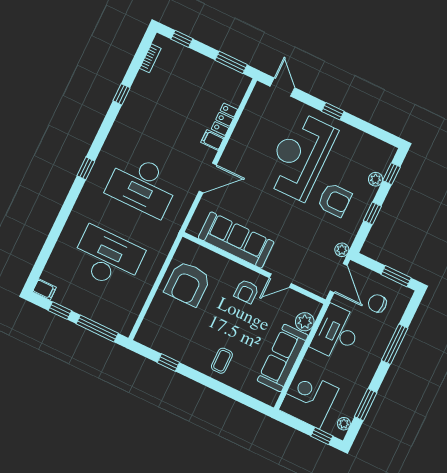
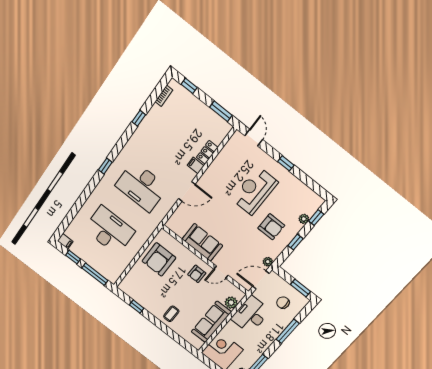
reception desk: (300, 156) -> (255, 191), width x0.74, depth x0.77
sofa: (236, 240) -> (202, 242), width x0.73
door: (339, 278) -> (261, 280), swing flipped

